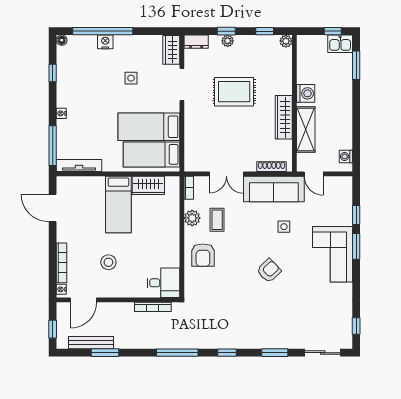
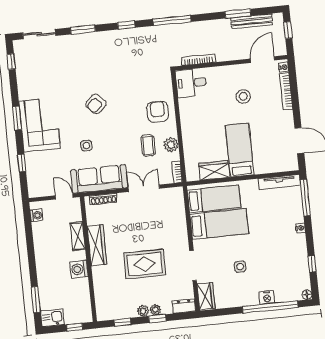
window: (333, 31) -> (75, 327), moved
plant: (286, 41) -> (143, 311), moved
shelving: (306, 130) -> (78, 236), width x0.67, depth x0.75
window: (356, 246) -> (17, 118), moved

